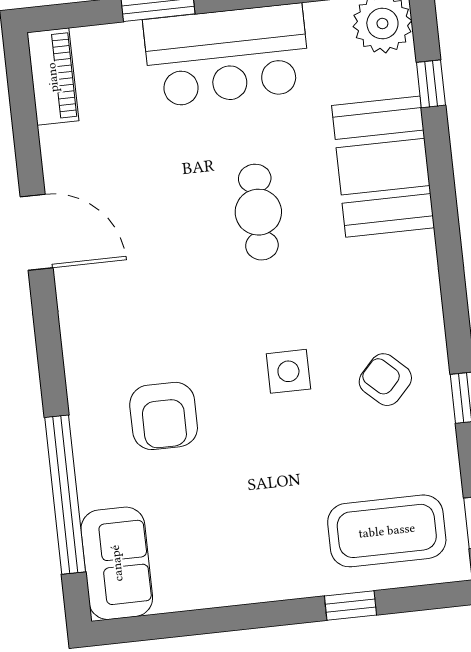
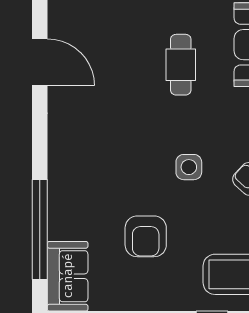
armchair: (164, 416) -> (146, 236), moved

